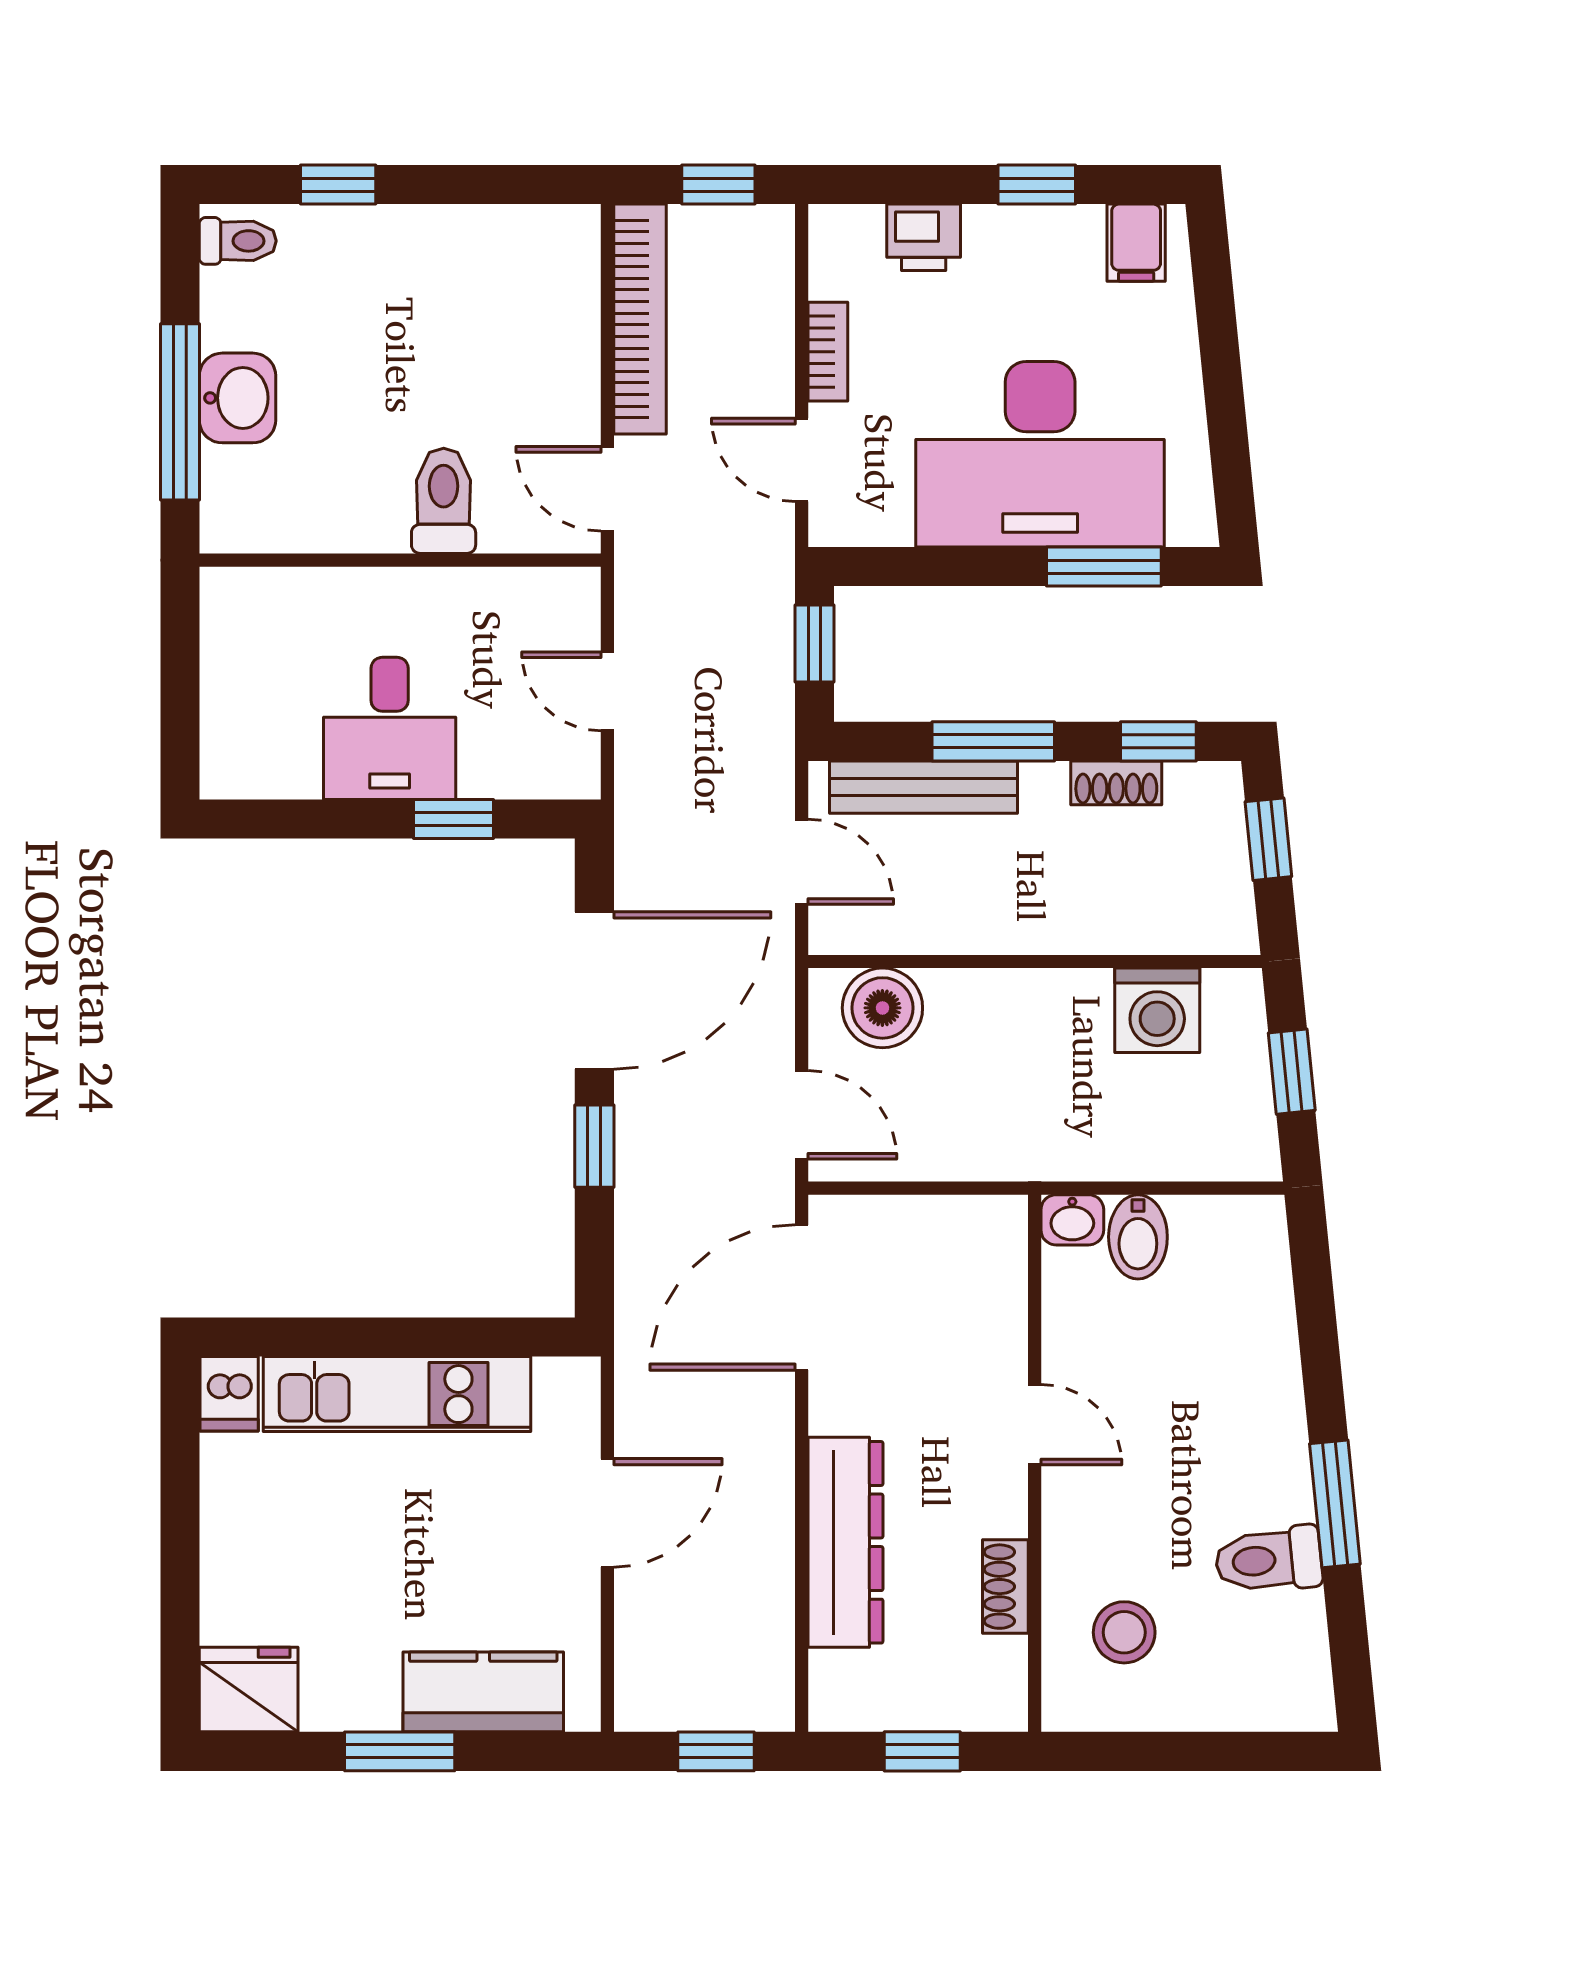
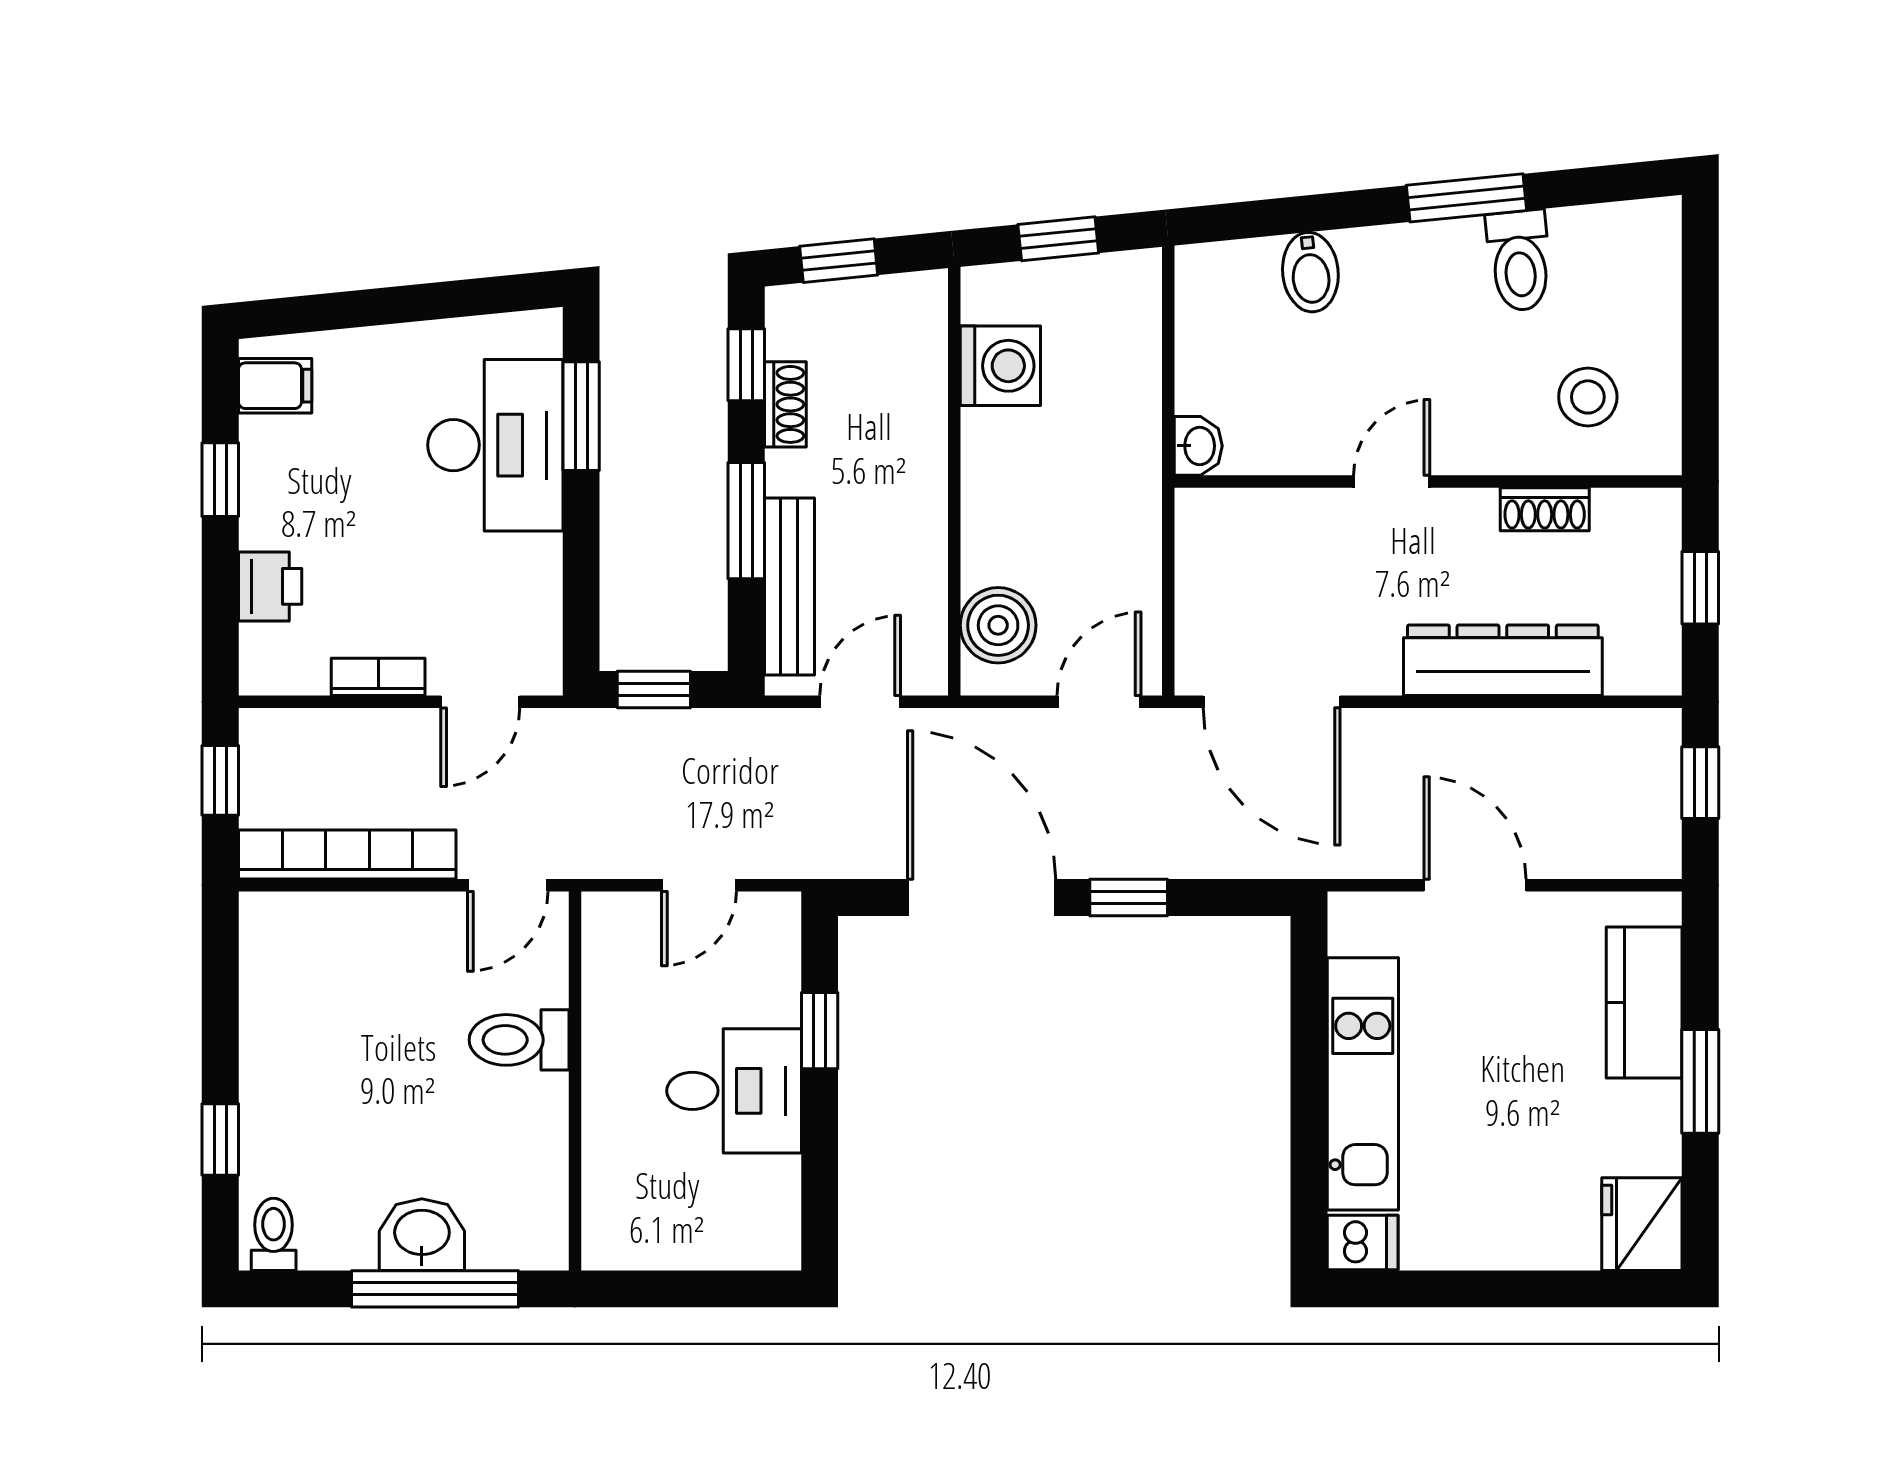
desk: (1040, 454) -> (495, 445), width x0.73, depth x0.77
bidet: (1138, 1237) -> (1310, 272), moved, turned 84

